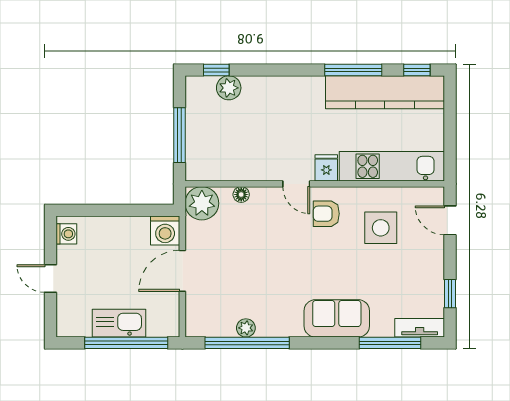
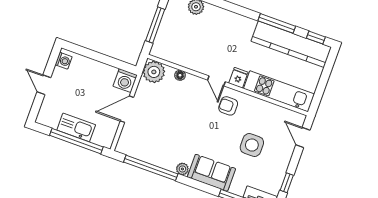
side table: (381, 228) -> (252, 145), moved
plant: (246, 328) -> (182, 169), moved

